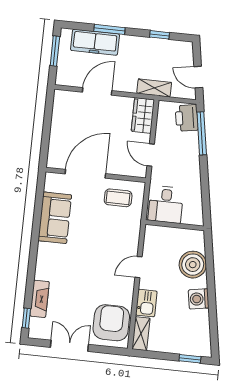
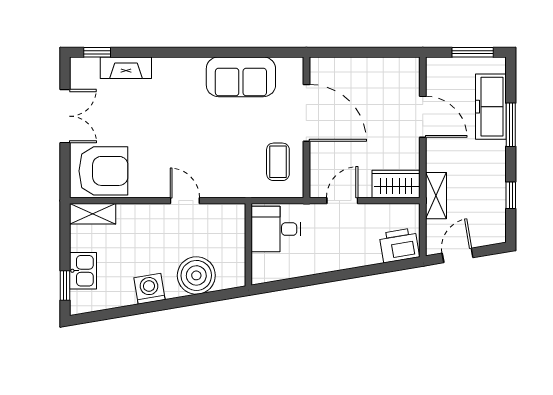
window: (202, 133) -> (380, 268), removed
kitchen sink: (146, 303) -> (83, 271), moved, turned -90

